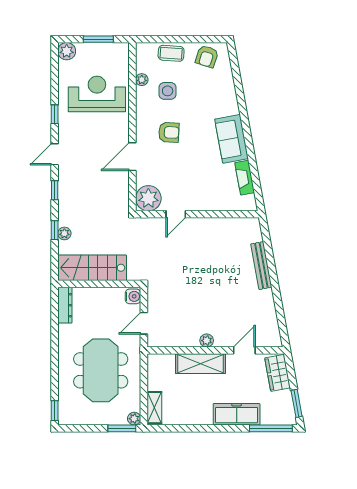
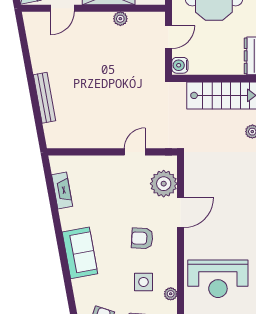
sofa: (232, 139) -> (80, 253), moved
plant: (148, 198) -> (164, 184), moved
plant: (207, 341) -> (120, 19), moved

